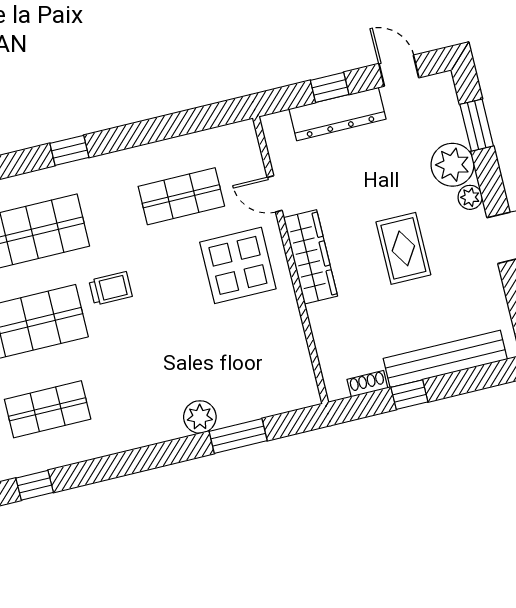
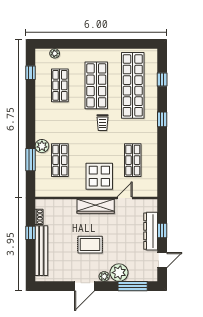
window: (477, 125) -> (133, 286), width x1.44
shop shelf: (223, 367) -> (60, 160), added

